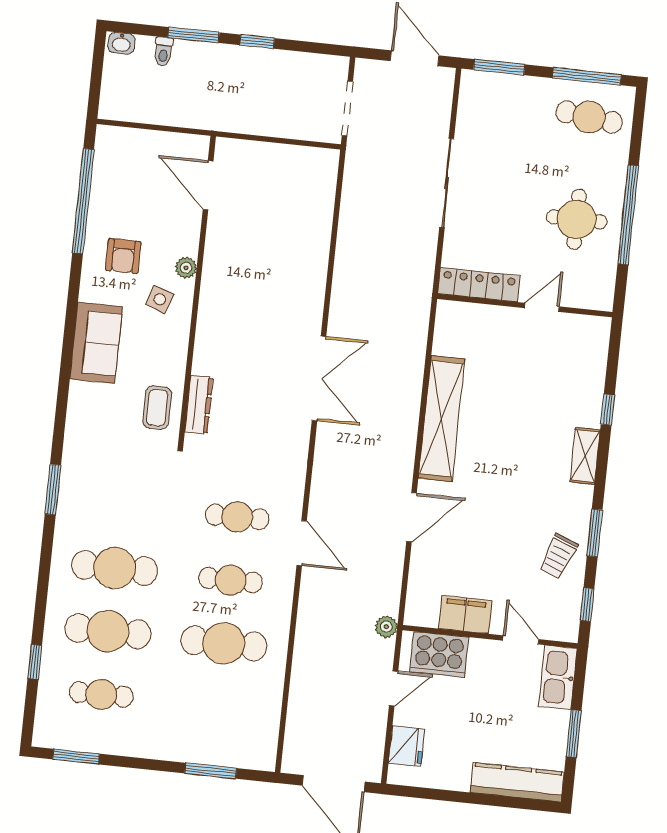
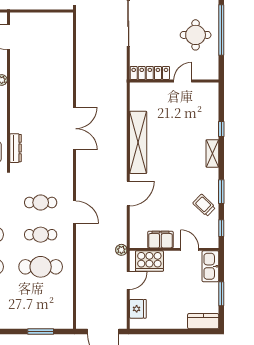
trolley: (558, 556) -> (204, 205), turned 113
kitchen counter: (517, 782) -> (203, 321), width x0.67

